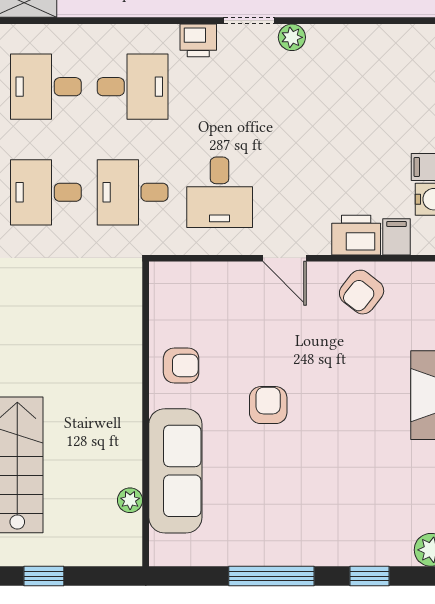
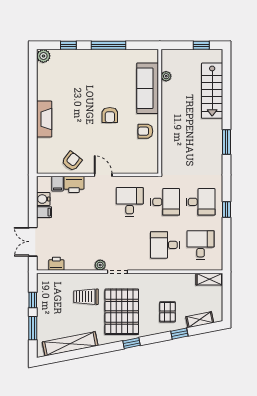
printer: (198, 40) -> (56, 264), moved
desk: (46, 87) -> (201, 245), turned -90

